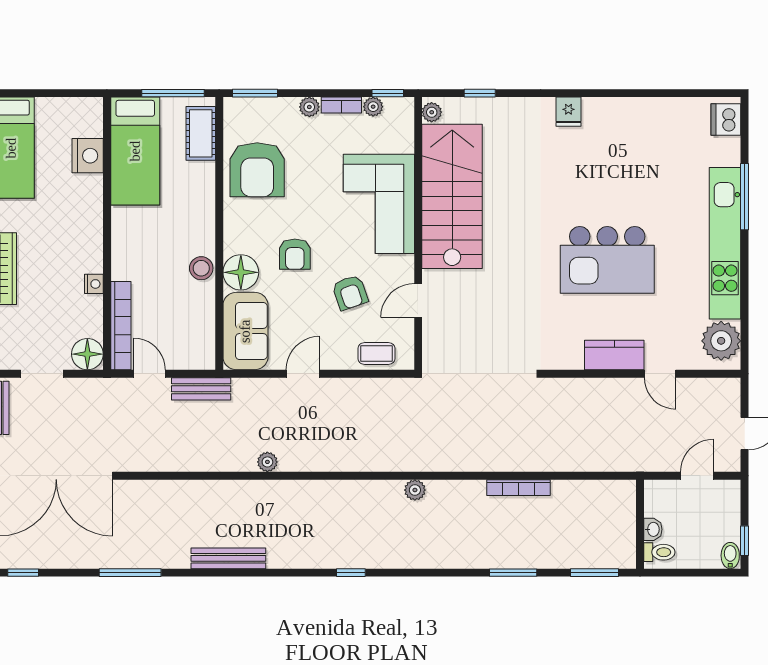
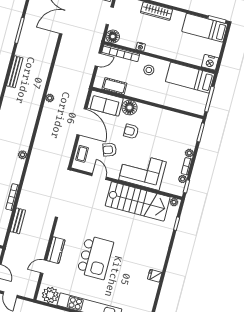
fridge: (568, 112) -> (155, 276), moved
cot: (201, 133) -> (114, 86), moved
nightstand: (88, 156) -> (210, 62), moved
armchair: (257, 170) -> (169, 125), removed
kitchen island: (607, 260) -> (95, 258), turned 180
stool: (201, 268) -> (149, 70), moved
door: (303, 374) -> (82, 122), width x1.88
bench: (201, 389) -> (18, 221), moved

